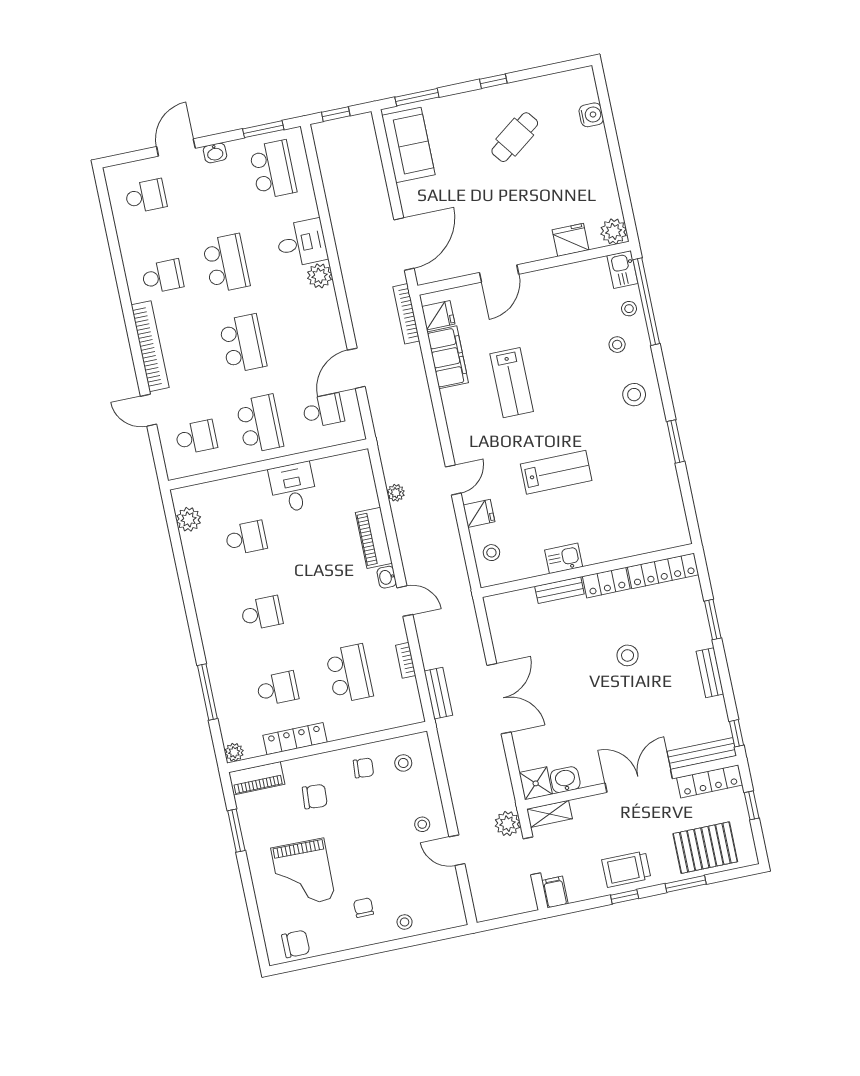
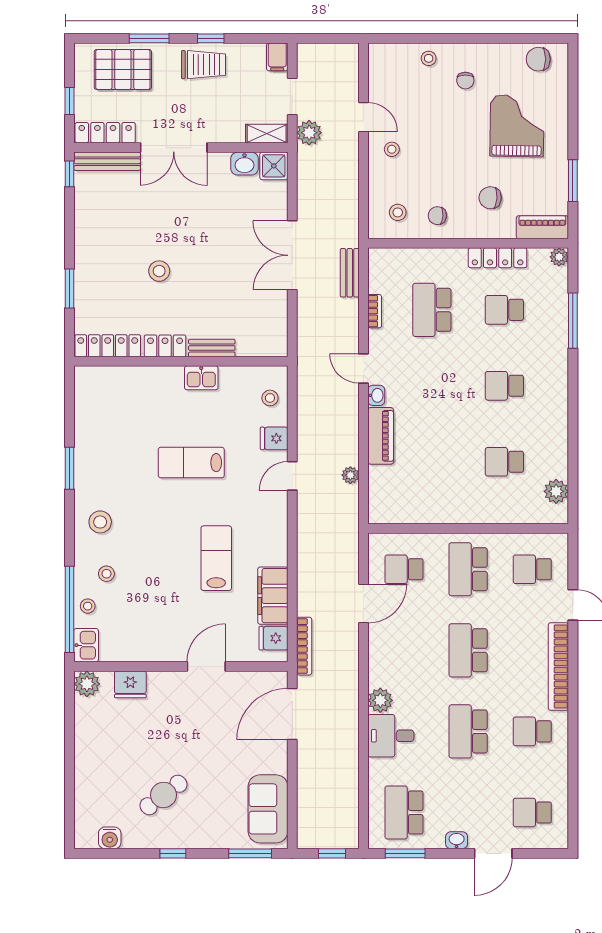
water cooler: (591, 115) -> (110, 838), moved, turned -90
desk: (293, 487) -> (449, 501), removed
bench: (710, 673) -> (83, 238), removed

